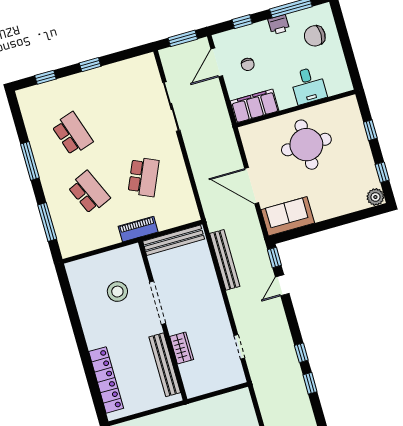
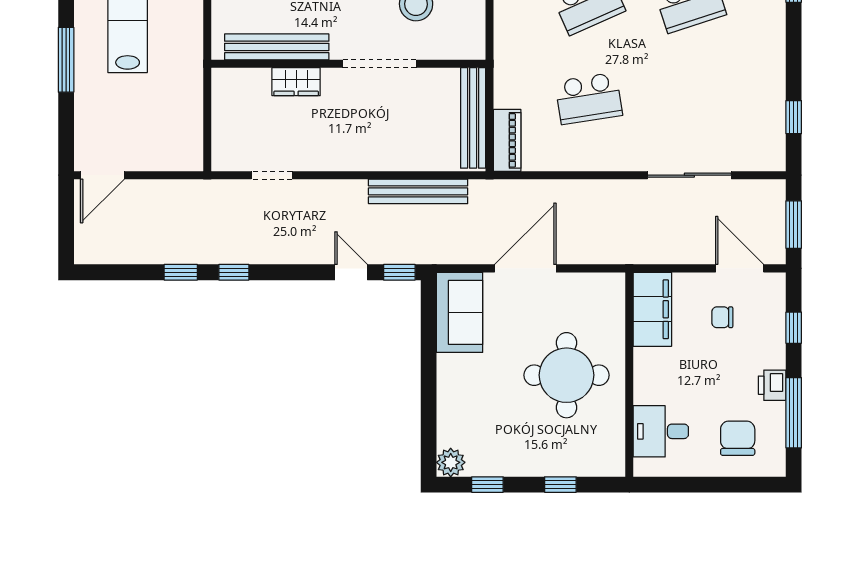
window: (90, 65) -> (794, 117), moved
desk: (308, 85) -> (661, 431), moved
school desk: (144, 177) -> (589, 98), turned -33
piano: (138, 229) -> (507, 140), moved

